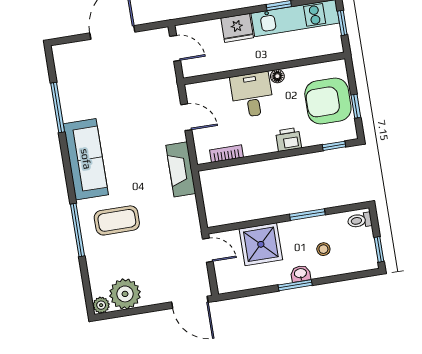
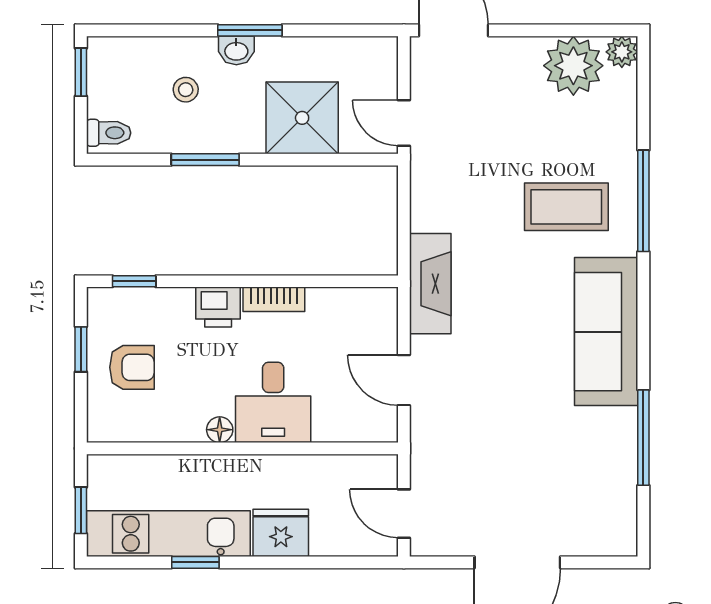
armchair: (328, 101) -> (132, 367), width x0.53, depth x0.53
bookcase: (226, 154) -> (274, 299), moved

